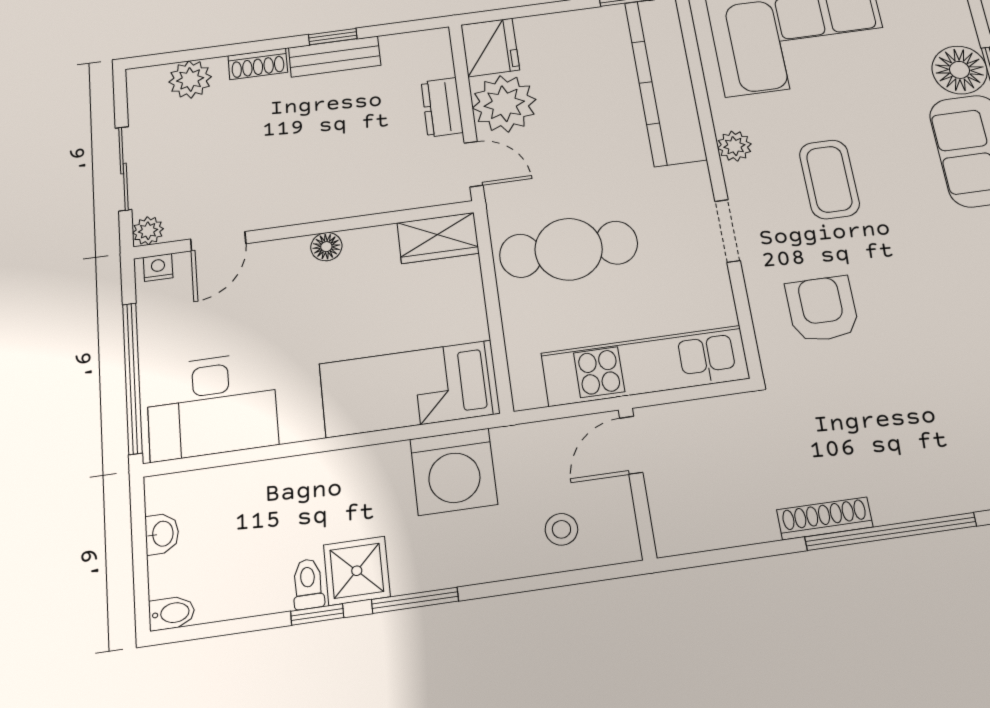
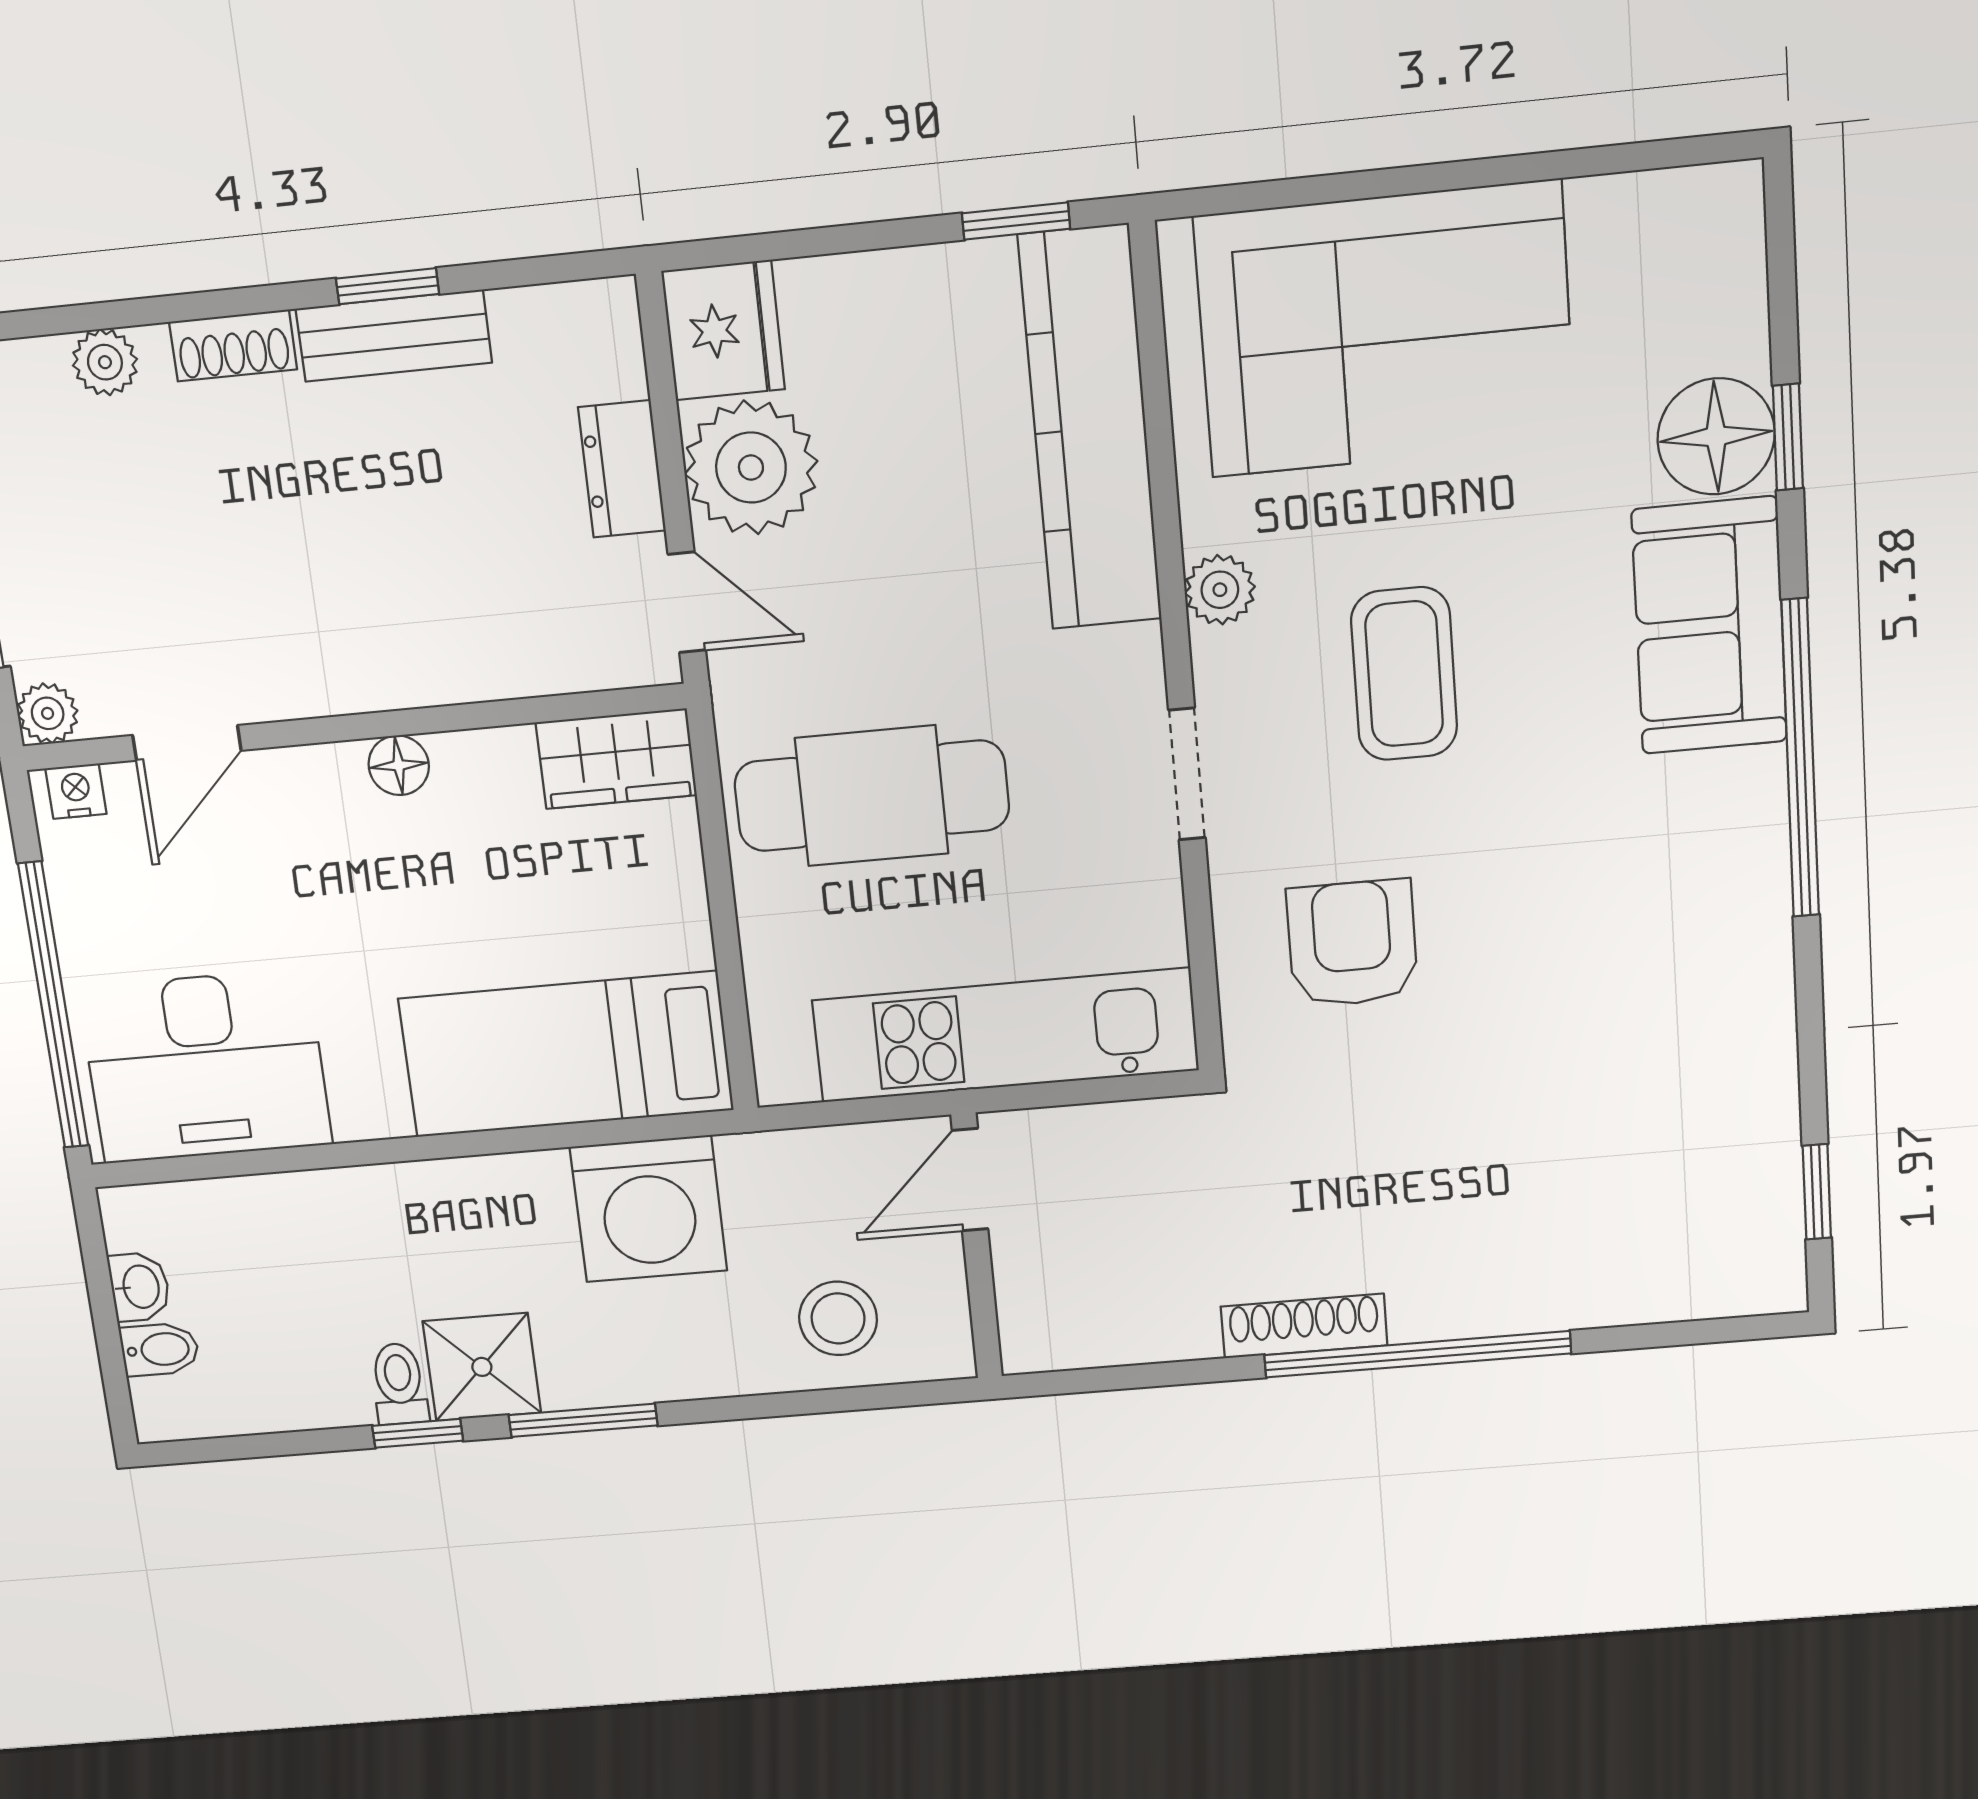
plant: (190, 79) -> (105, 362), width x0.73, depth x0.73
stool: (561, 529) -> (838, 1318), width x1.37, depth x1.37
bidet: (172, 613) -> (160, 1349), moved

